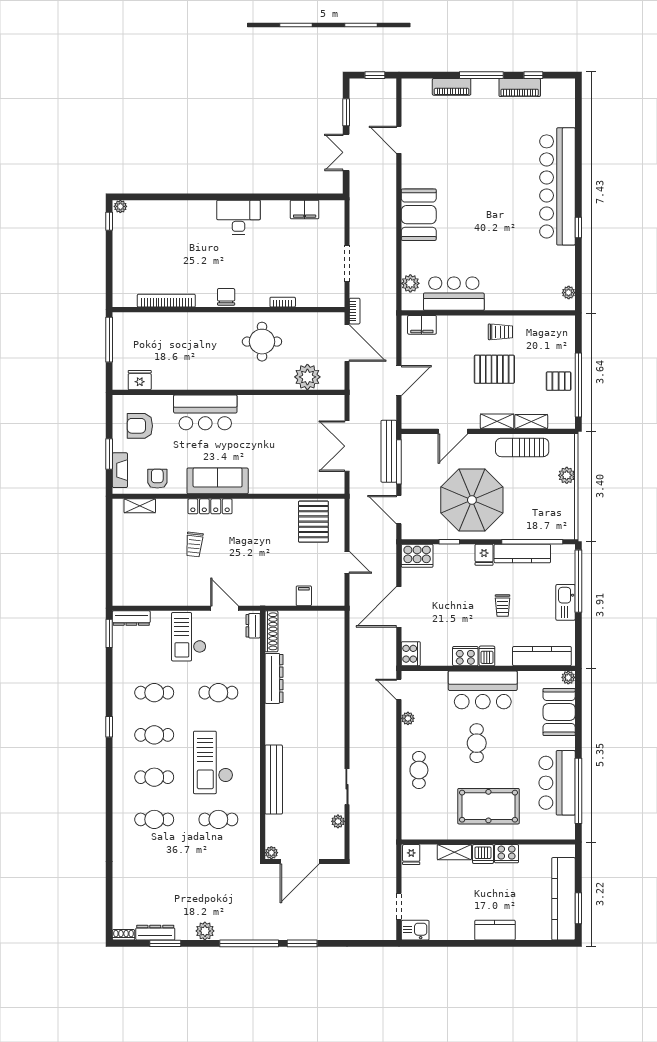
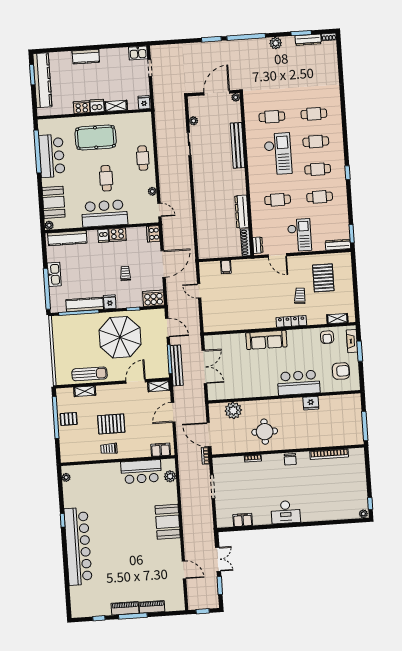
piano: (520, 88) -> (125, 608), moved
fridge: (140, 380) -> (311, 403), moved
shelving: (497, 421) -> (159, 386), moved
plant: (567, 475) -> (59, 358), removed
sofa: (218, 481) -> (266, 340), moved
pallet: (313, 522) -> (323, 278), moved
trolley: (503, 606) -> (125, 273), moved

